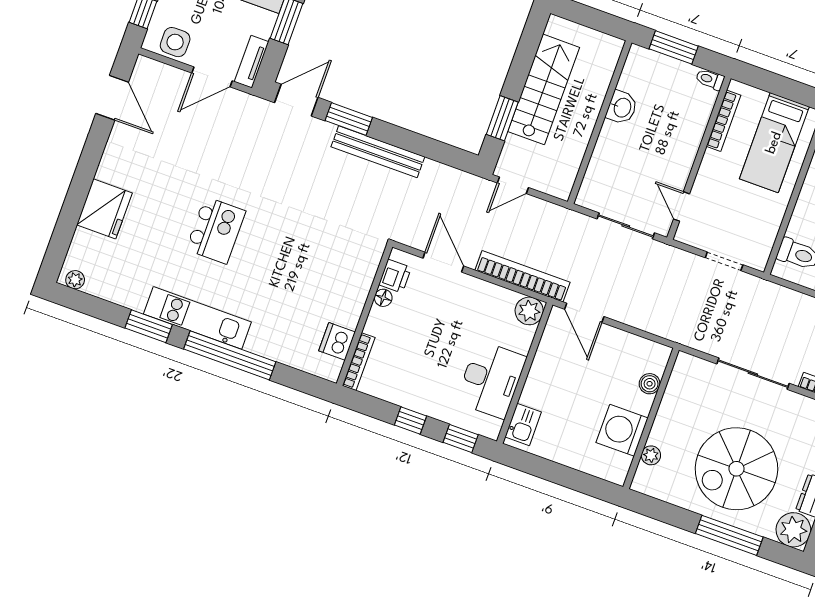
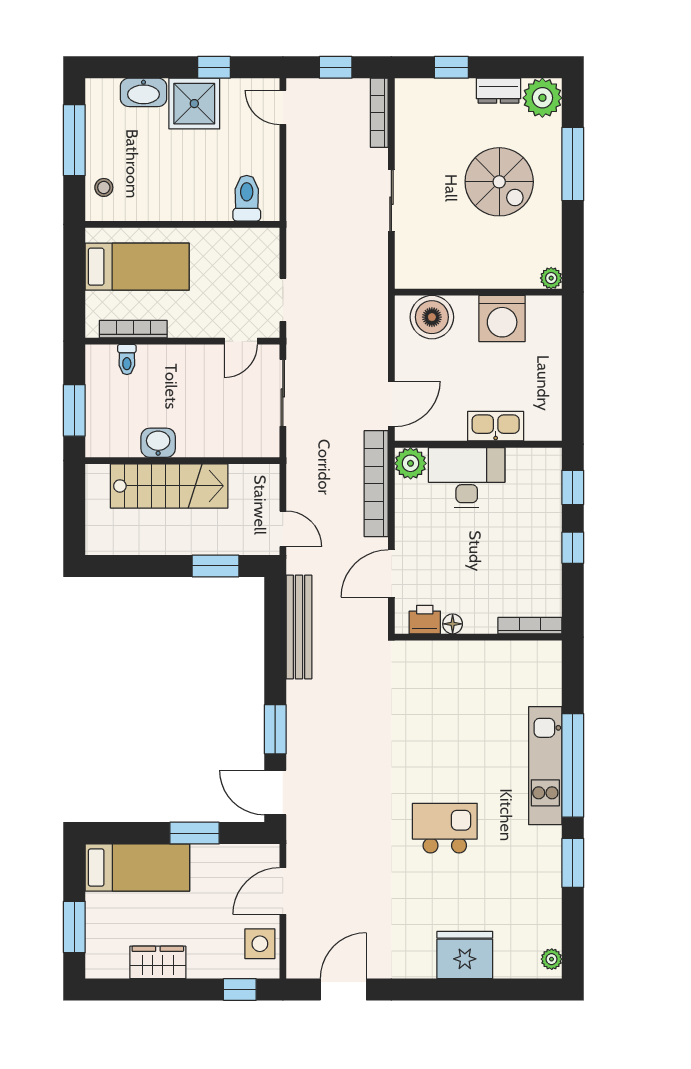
tv unit: (252, 62) -> (251, 855), removed
door: (212, 77) -> (283, 891), swing flipped
toilet: (710, 79) -> (127, 359), moved
stairs: (544, 89) -> (169, 486), moved, turned 180
bench: (378, 152) -> (299, 627), moved
doorway: (724, 261) -> (283, 300), moved
kitchen unit: (197, 318) -> (545, 766), moved
dishwasher: (337, 341) -> (517, 656), removed
sliding door: (753, 374) -> (391, 201), width x0.73
desk: (491, 380) -> (467, 478), moved
boiler: (650, 384) -> (432, 317), width x1.86, depth x1.86
kitchen sink: (523, 424) -> (496, 426), moved, width x1.38
plant: (651, 455) -> (551, 278), moved
spiral stairs: (736, 469) -> (499, 182), width x0.73, depth x0.73

